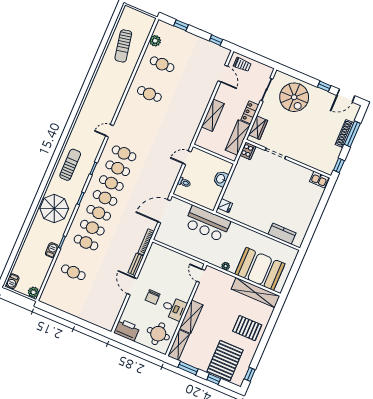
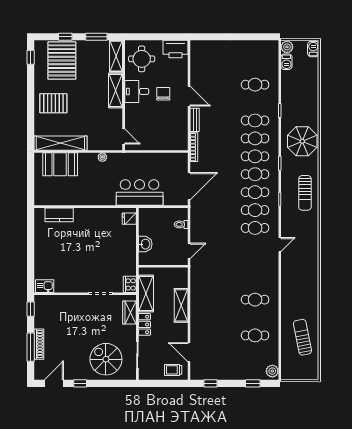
plant: (155, 41) -> (272, 371), moved
barbecue: (52, 250) -> (286, 62), moved
booth: (260, 269) -> (60, 164), width x0.73, depth x0.70

